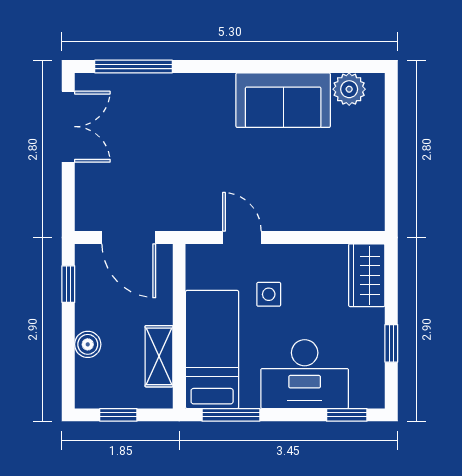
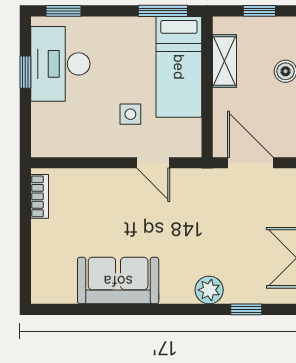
window: (134, 67) -> (246, 309), width x0.46
plant: (349, 89) -> (209, 290), moved
bookcase: (375, 198) -> (40, 196), added
wardrobe: (367, 275) -> (46, 131), removed
desk: (305, 374) -> (60, 64), moved, turned -90

